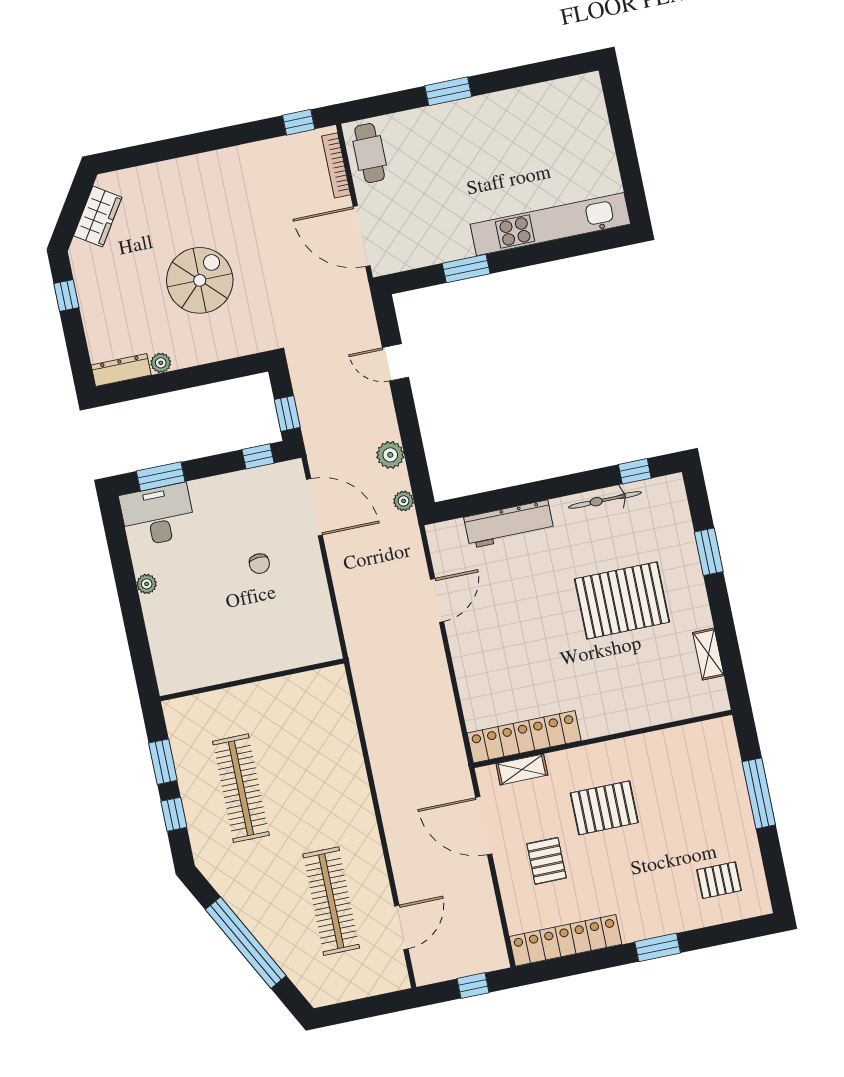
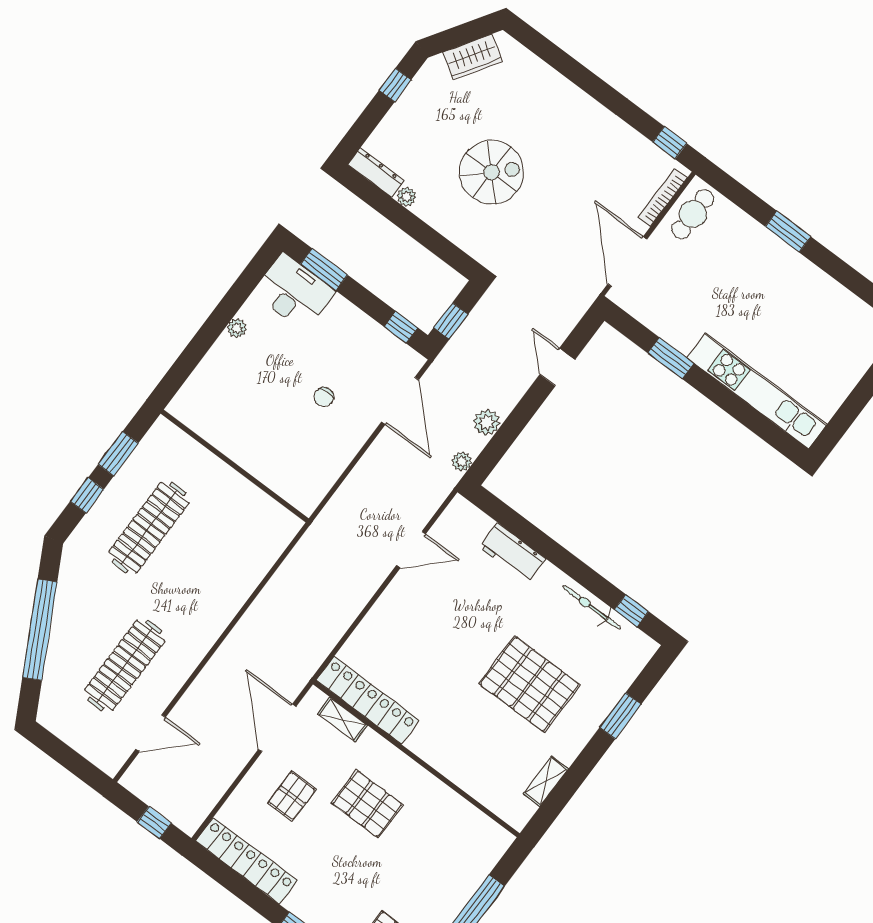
workbench: (509, 524) -> (512, 553), width x0.73

